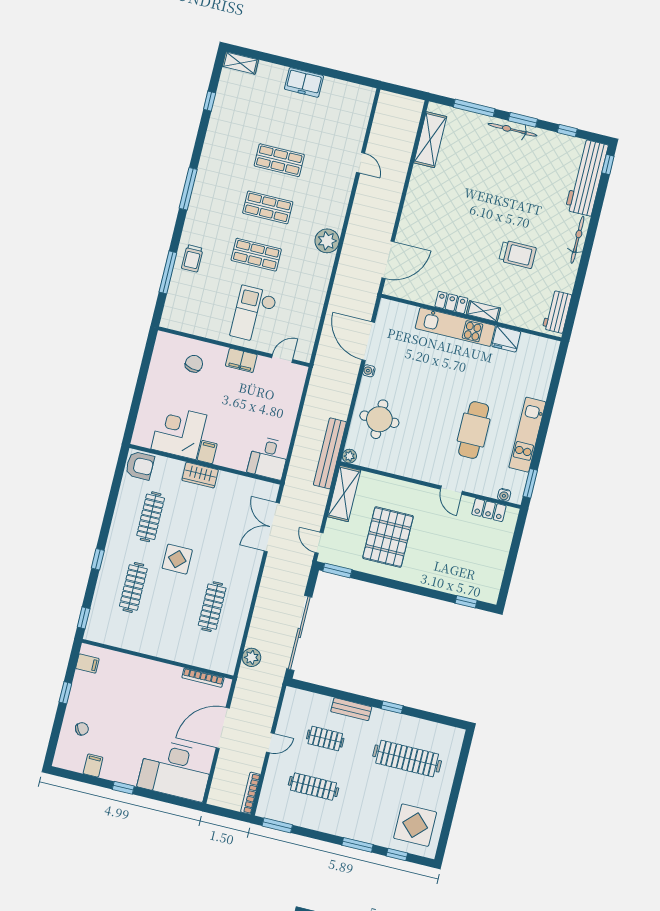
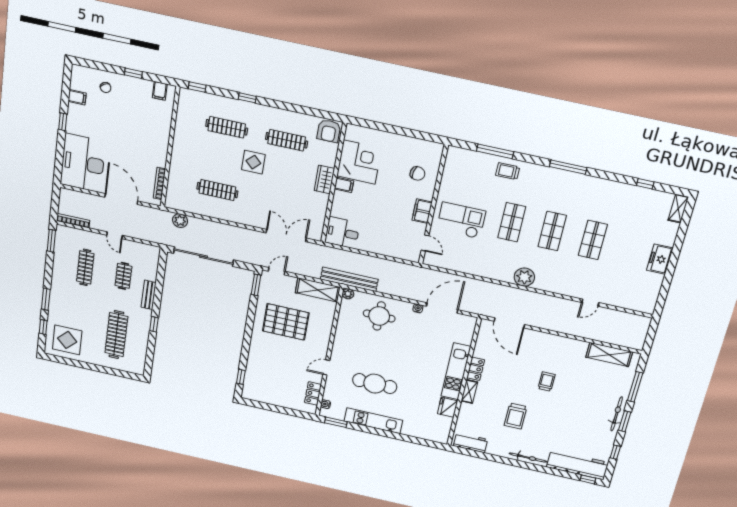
trolley: (468, 215) -> (547, 382), added

